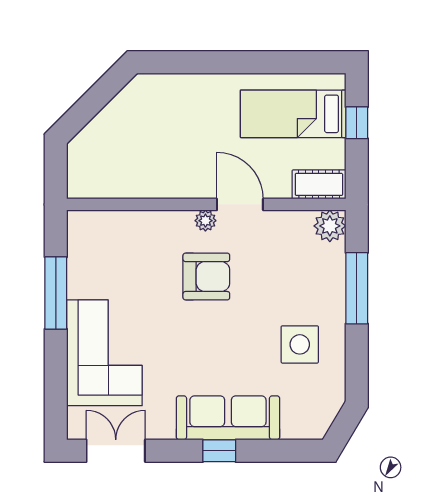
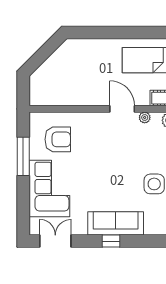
plant: (205, 221) -> (145, 117), moved
armchair: (206, 277) -> (58, 139), moved

